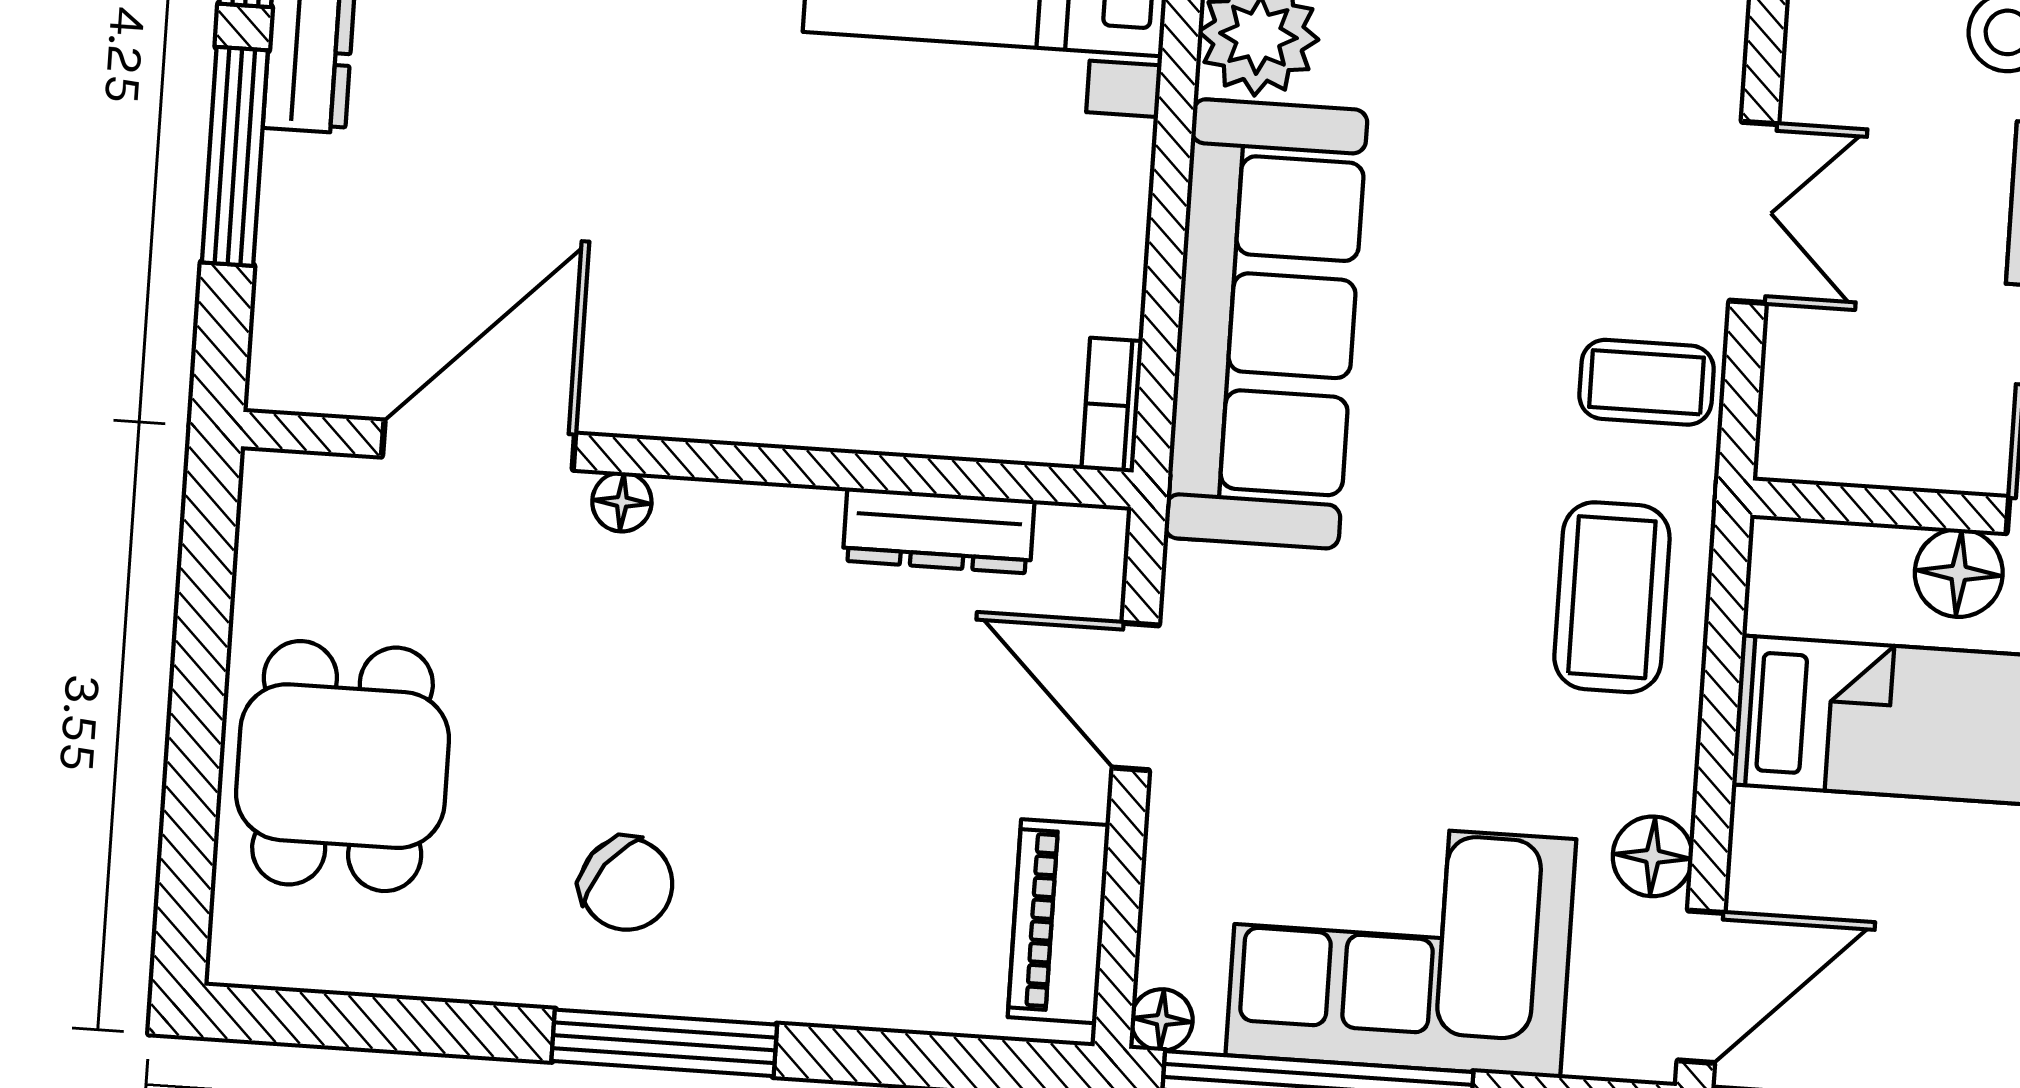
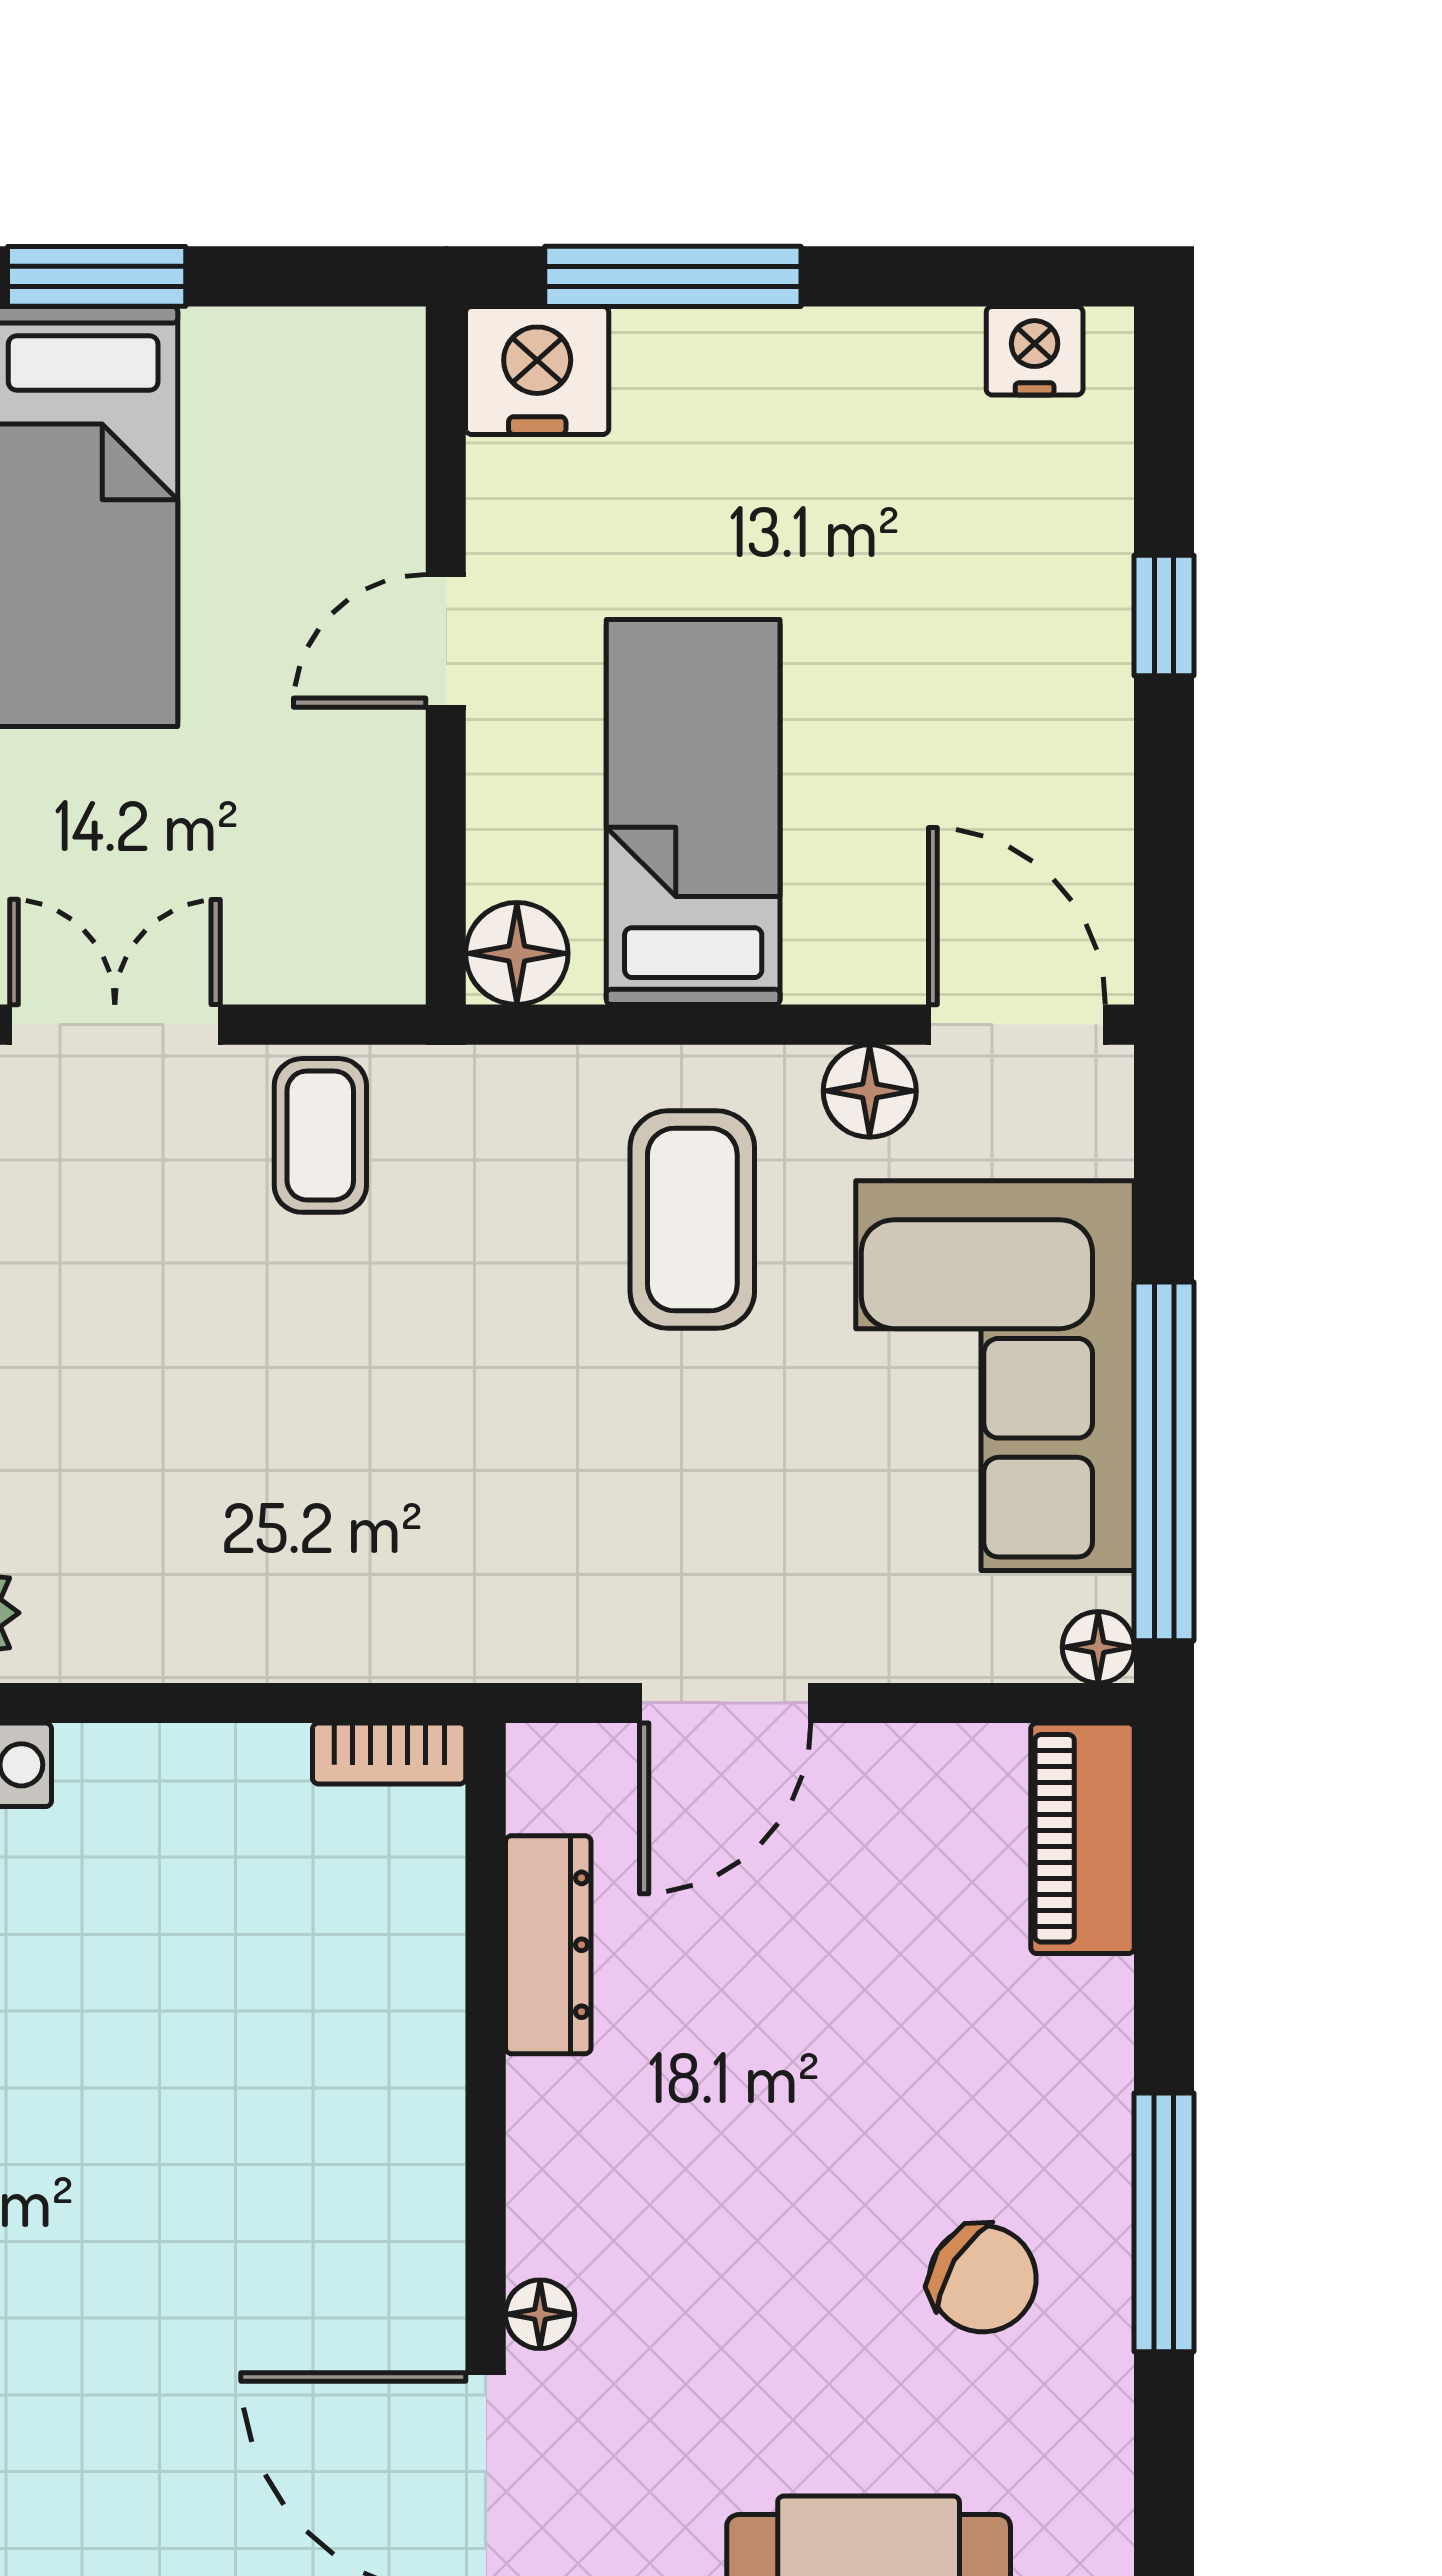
sofa: (1266, 324) -> (283, 1581), removed
floor lamp: (1959, 573) -> (517, 953), moved
coffee table: (1612, 597) -> (692, 1220), moved, turned 90
chair: (627, 884) -> (983, 2279), turned 85
piano: (1059, 921) -> (1082, 1838), moved, turned 90

